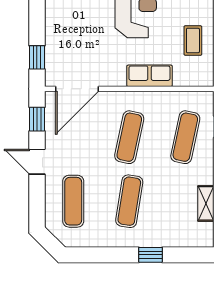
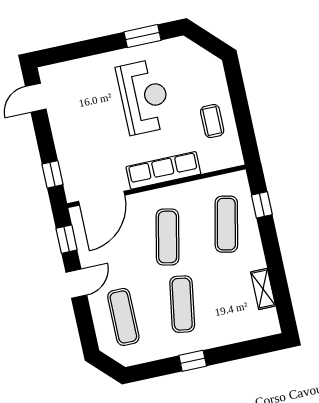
row of seats: (150, 76) -> (163, 170), width x1.48
door: (37, 162) -> (76, 284), swing flipped
window: (150, 255) -> (193, 361), moved

